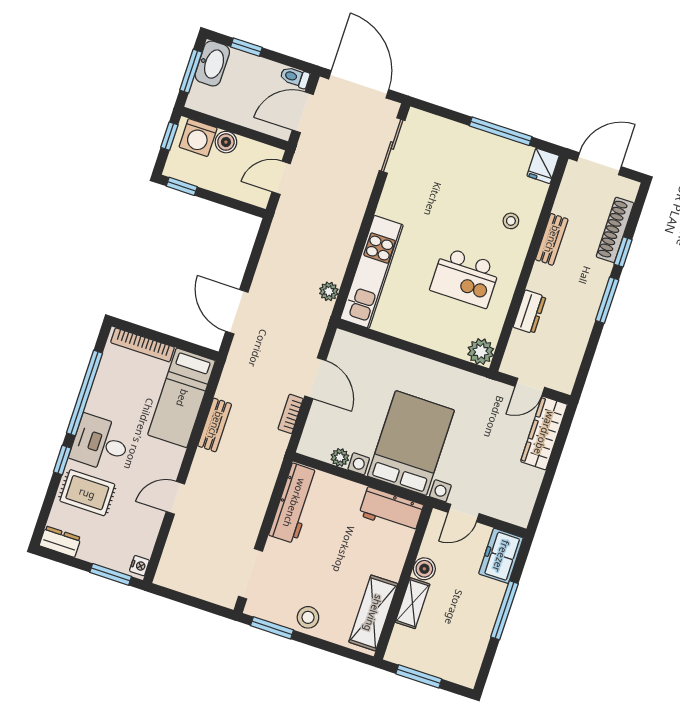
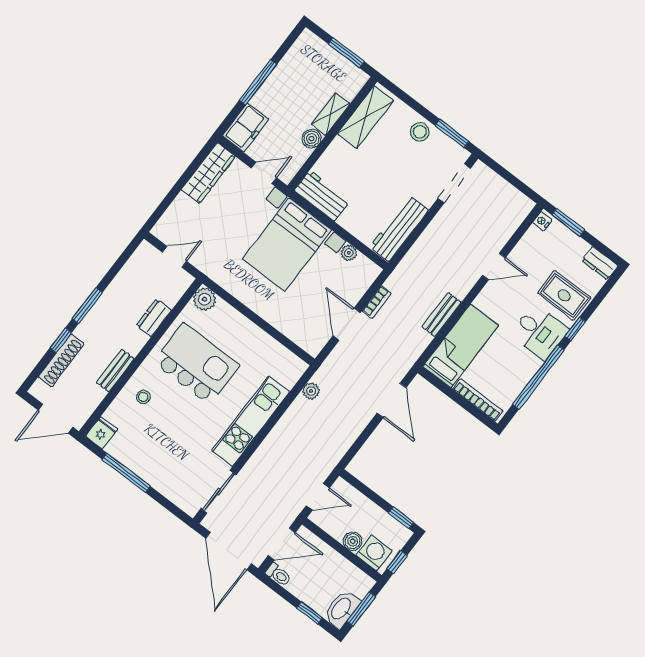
kitchen unit: (372, 272) -> (251, 421), moved
kitchen island: (465, 278) -> (196, 364), width x1.37, depth x1.28
wardrobe: (544, 433) -> (208, 173), moved

